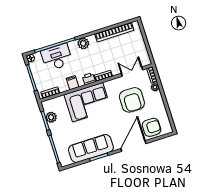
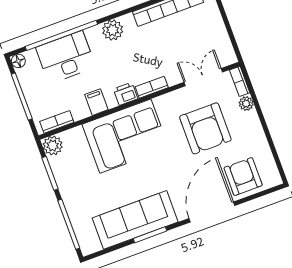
plant: (51, 117) -> (53, 146), moved
armchair: (151, 127) -> (243, 177), turned -90

